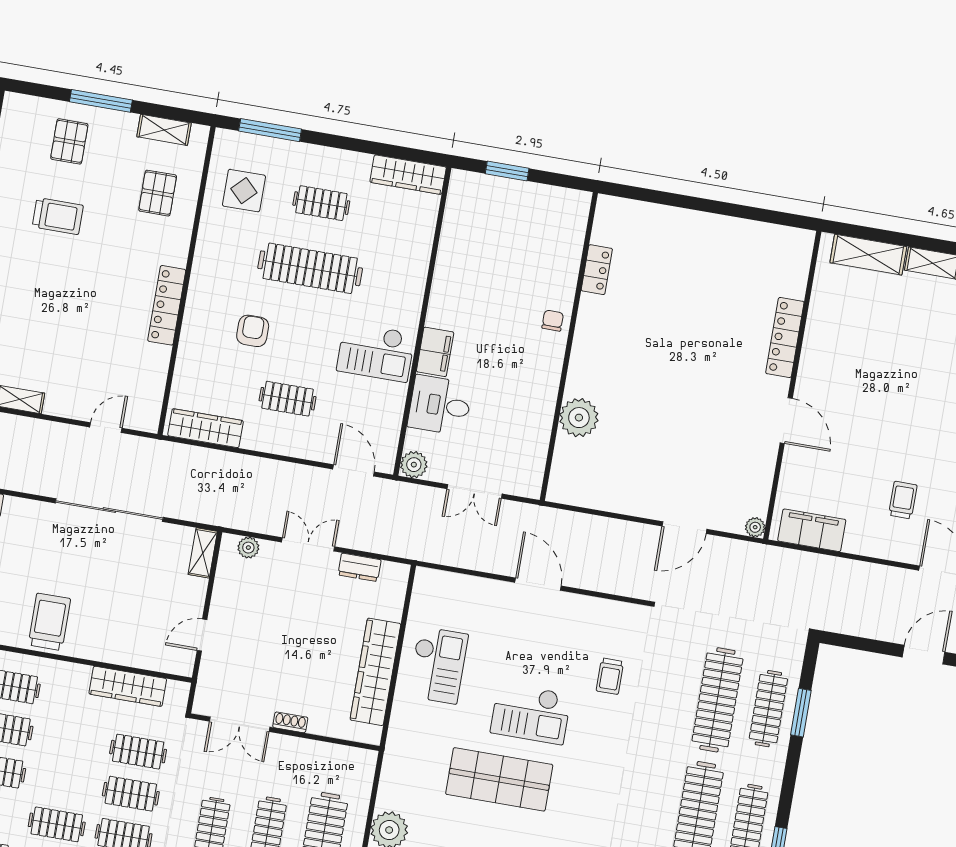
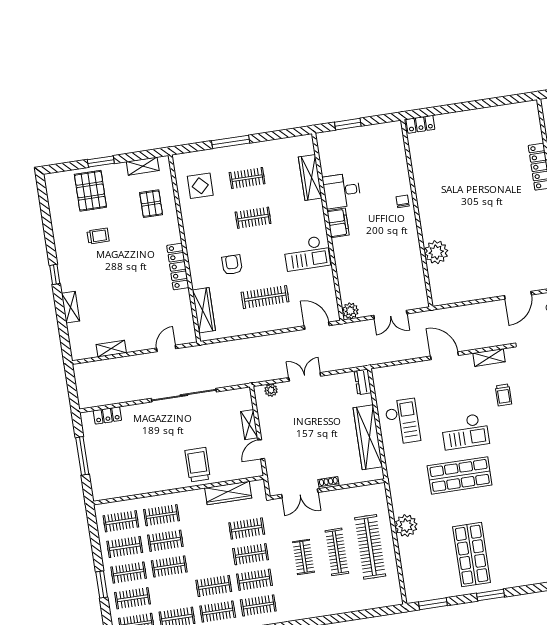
window: (101, 101) -> (101, 161), width x0.69
window: (270, 130) -> (231, 142), moved
pallet: (69, 141) -> (90, 191), width x1.50, depth x1.42
wardrobe: (408, 175) -> (310, 177), moved, turned 90
trolley: (58, 216) -> (98, 236), width x0.73, depth x0.72
clothes rail: (310, 268) -> (253, 218), width x0.54, depth x0.76
locker: (597, 270) -> (420, 124), moved, turned 90
filing cabinet: (435, 352) -> (338, 223), moved
clothes rail: (288, 399) -> (265, 297), width x1.36
desk: (440, 405) -> (342, 191), moved
wardrobe: (205, 428) -> (204, 310), moved, turned 90
shelving: (203, 553) -> (249, 425), moved
dresser: (359, 567) -> (363, 382), moved, turned 90
shelving: (607, 610) -> (489, 357), added
trolley: (49, 622) -> (198, 465), moved

